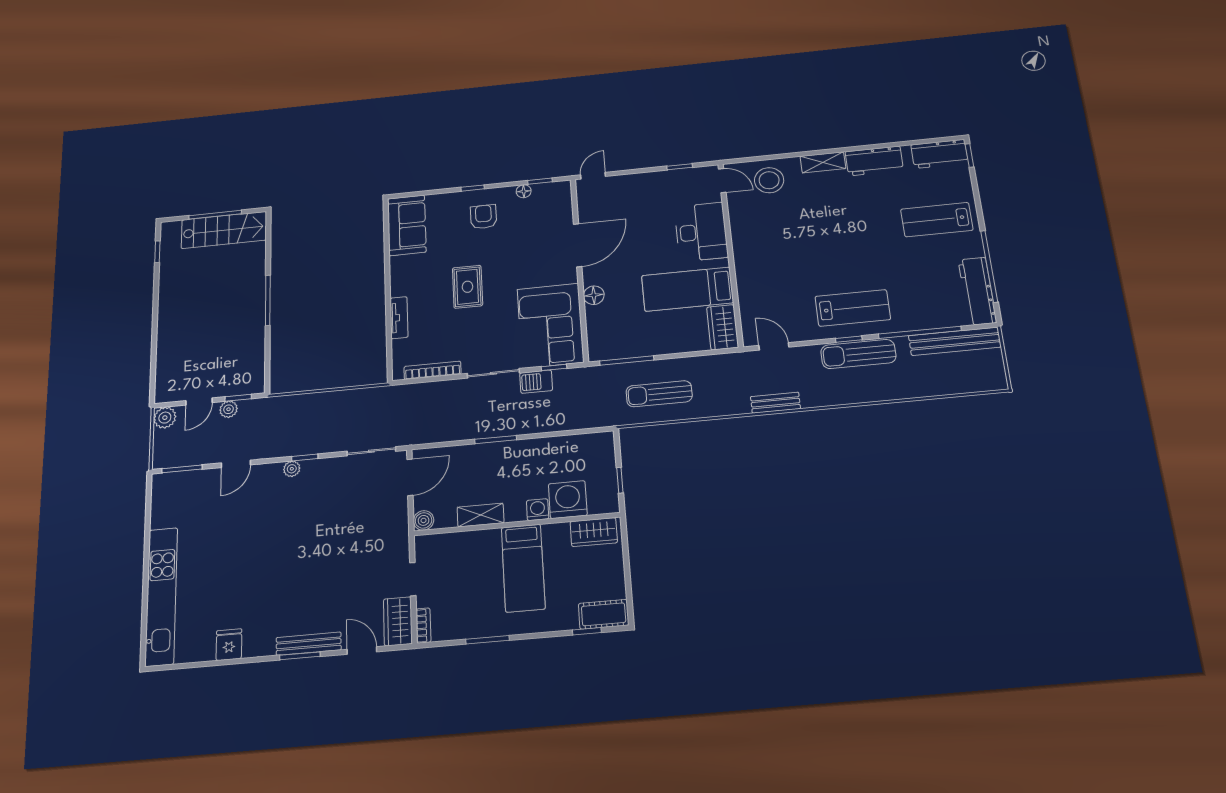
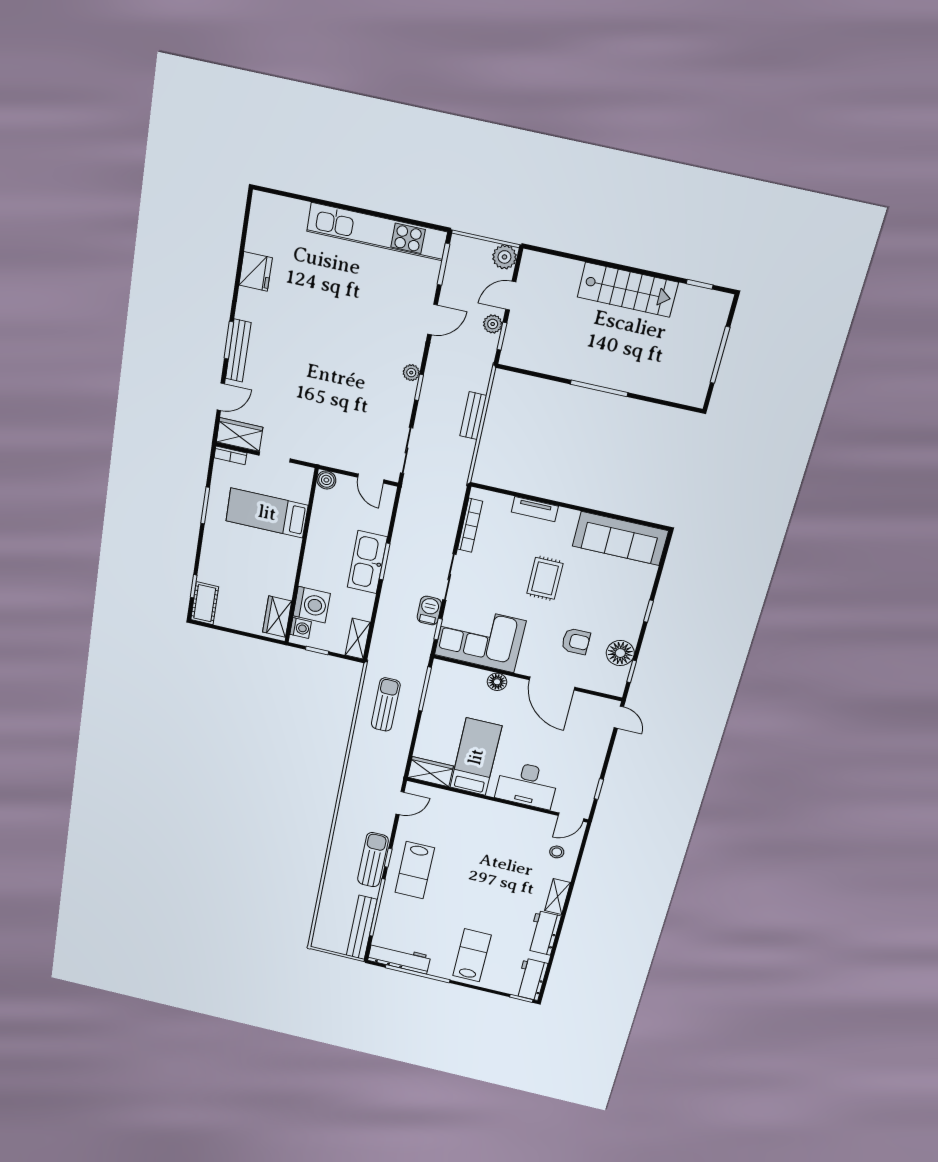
stool: (769, 180) -> (557, 852), width x0.53, depth x0.53
floor lamp: (524, 191) -> (620, 653), width x1.89, depth x1.89
armchair: (483, 217) -> (576, 641), moved
sofa: (407, 225) -> (620, 538), width x1.36
stairs: (224, 230) -> (628, 290), moved, turned -90
rug: (467, 287) -> (545, 578), turned 90
door: (199, 402) -> (511, 296), hinge flipped
bench: (775, 403) -> (473, 416), moved
kitchen sink: (502, 456) -> (367, 562), added
door: (236, 464) -> (433, 320), swing flipped
door: (410, 477) -> (371, 479), width x0.73
washing machine: (538, 510) -> (301, 628), moved
shelving: (481, 515) -> (358, 639), moved
bed: (523, 568) -> (267, 513), moved
kitchen unit: (161, 596) -> (377, 232), moved
fridge: (229, 645) -> (256, 271), width x1.38

